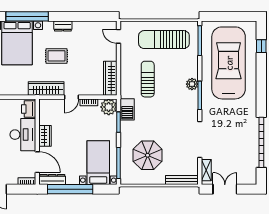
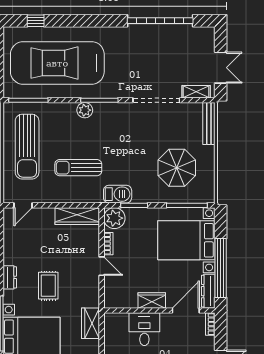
wardrobe: (46, 89) -> (91, 323), moved, width x0.67
printer: (29, 109) -> (117, 322), removed
desk: (23, 135) -> (144, 329), width x0.73
bed with nightstands: (98, 163) -> (186, 240), width x1.36
double door: (225, 189) -> (221, 68), swing flipped

